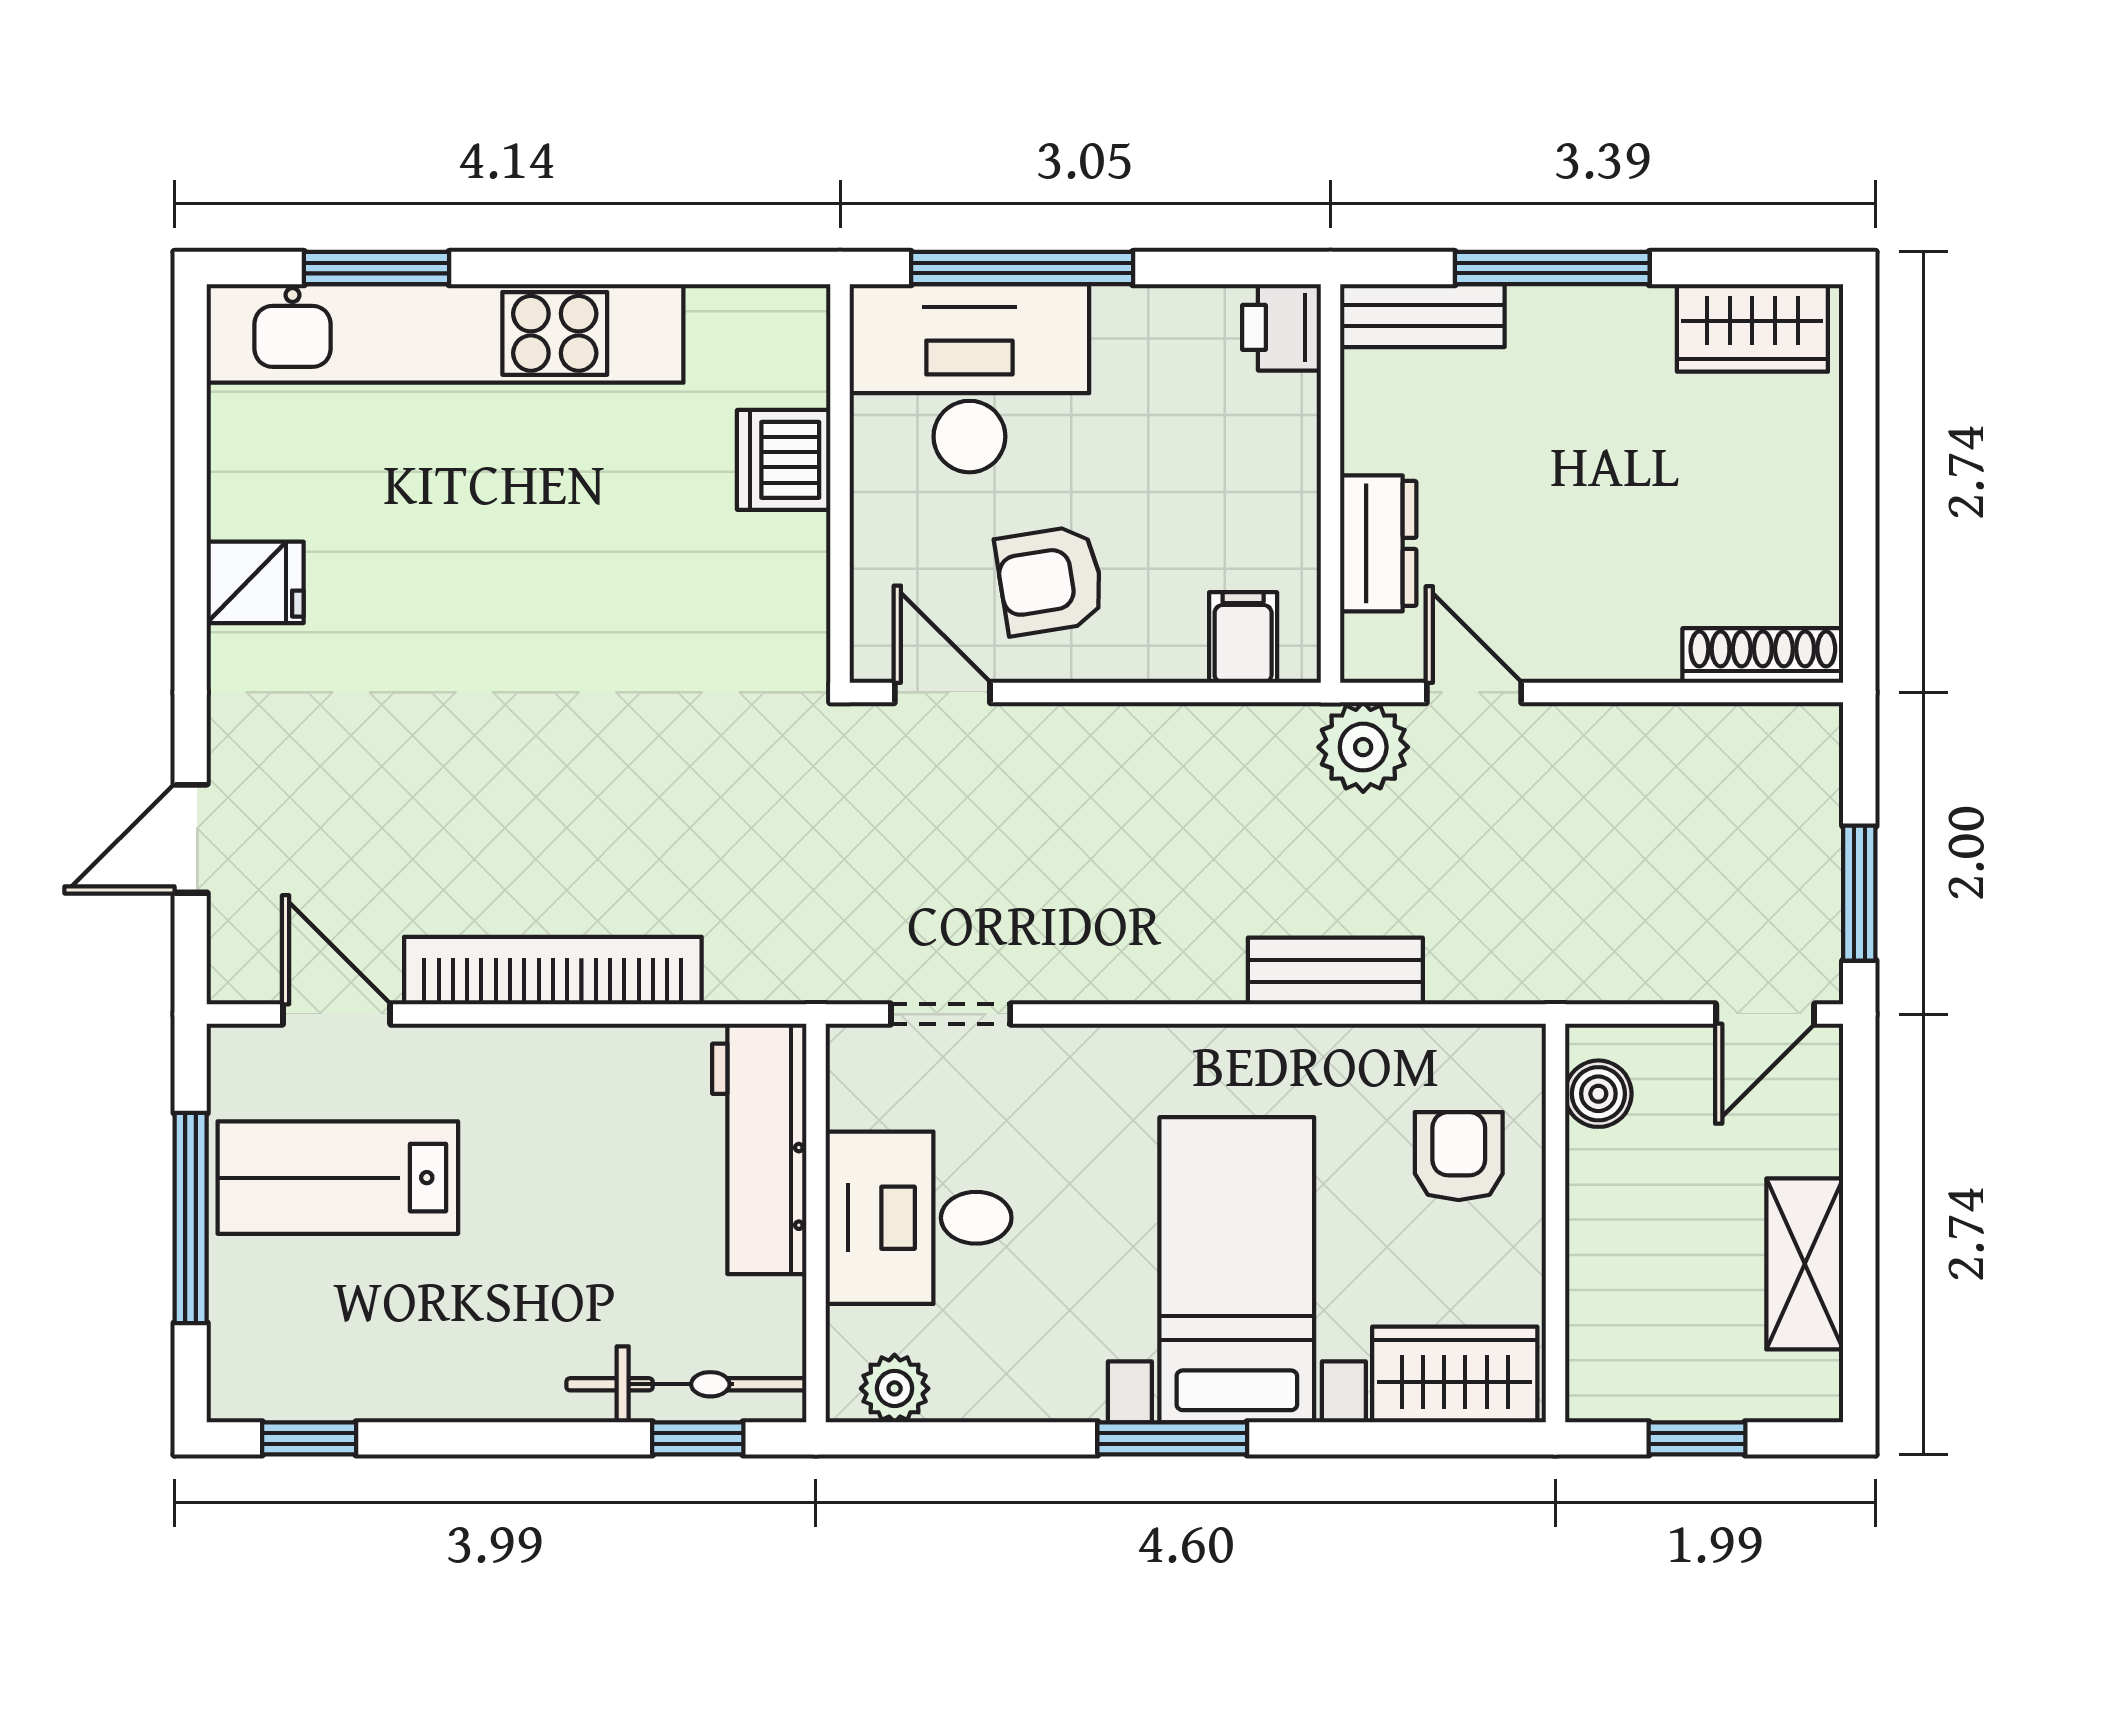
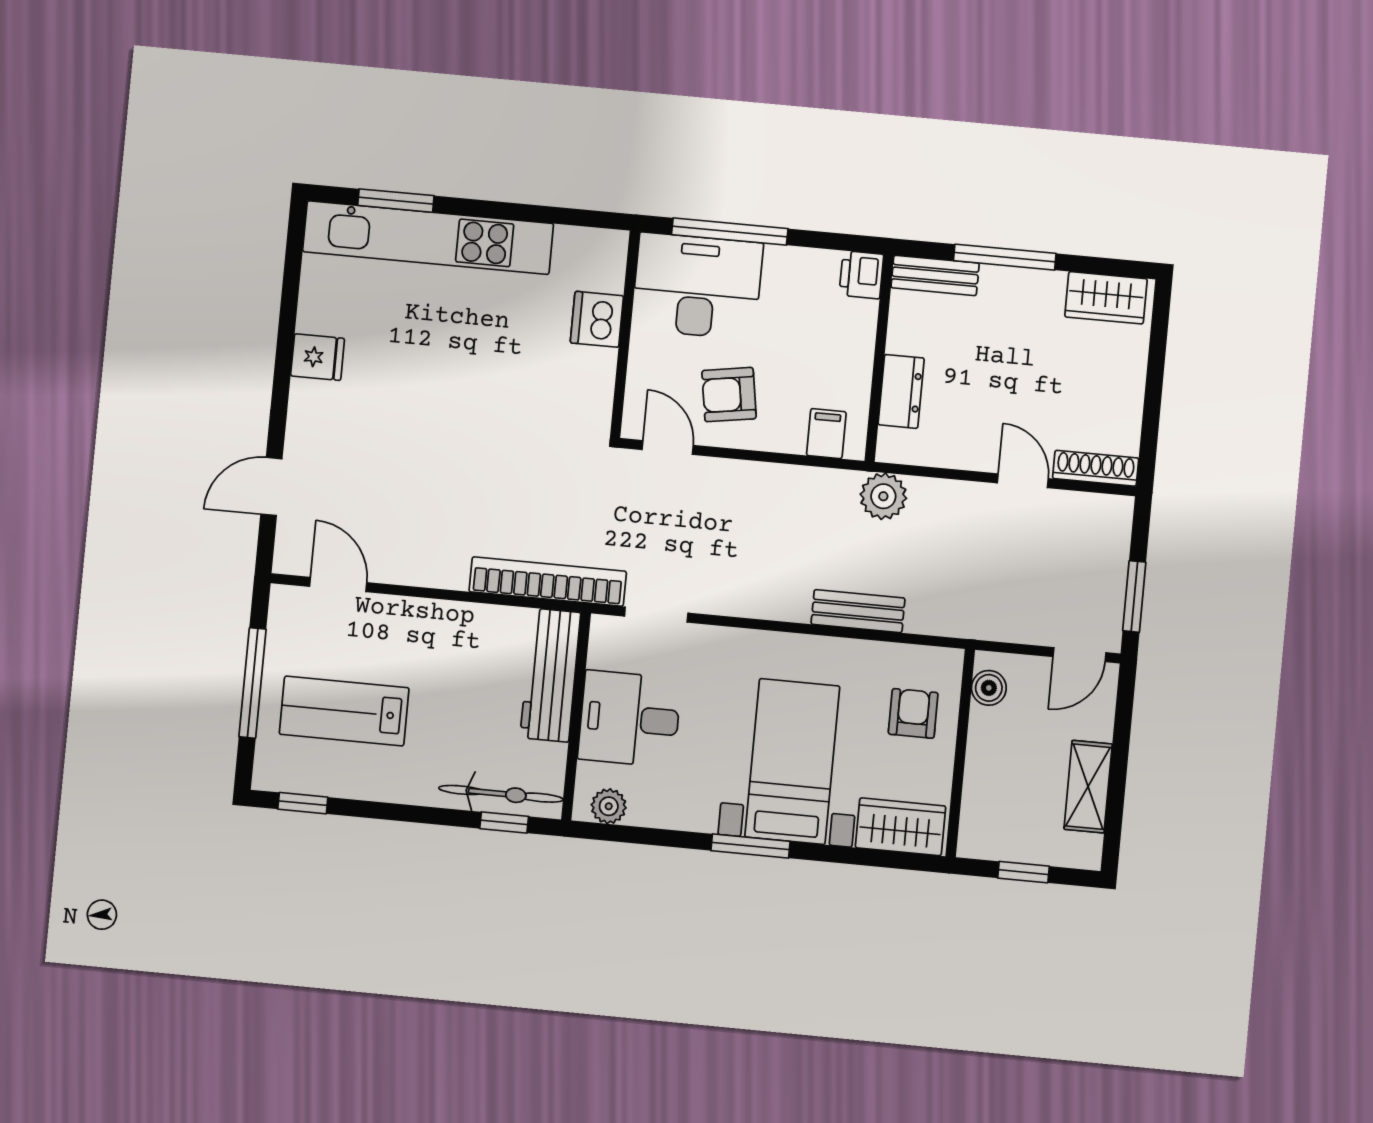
door: (1474, 692) -> (1023, 481), moved
bookcase: (553, 971) -> (548, 582), moved
lab bench: (338, 1178) -> (344, 711), moved

